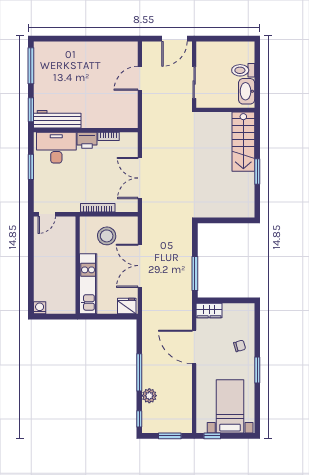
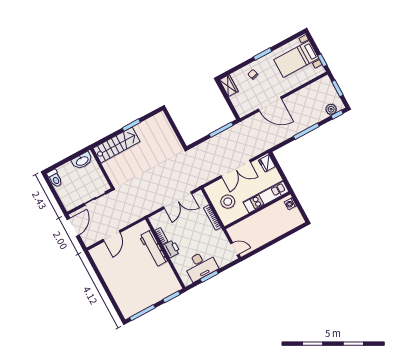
door: (174, 39) -> (73, 227), hinge flipped
toilet: (243, 70) -> (55, 178), moved
door: (140, 78) -> (112, 236), hinge flipped
workbench: (57, 119) -> (153, 248), moved
desk: (56, 148) -> (201, 265), moved, turned -90
washing machine: (40, 308) -> (290, 204), moved
wardrobe: (209, 310) -> (229, 86), moved
door: (194, 347) -> (270, 104), hinge flipped
plant: (149, 396) -> (331, 109), moved

